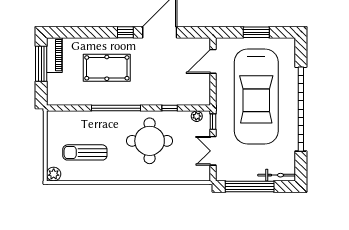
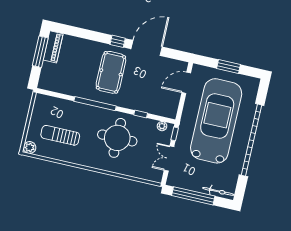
pool table: (107, 68) -> (111, 72), moved, turned 90
car: (256, 96) -> (216, 121), turned 180

